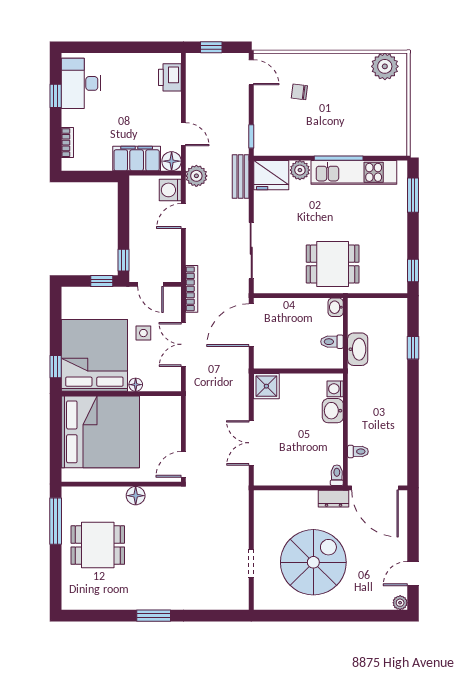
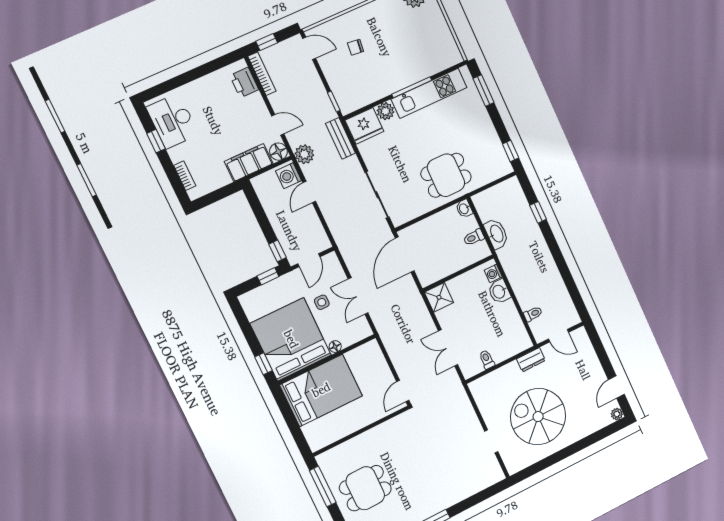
door: (150, 284) -> (309, 260), hinge flipped
bookcase: (192, 289) -> (262, 74), moved
bed: (100, 432) -> (321, 390), width x0.73
toilet: (337, 475) -> (487, 359), moved
door: (375, 488) -> (559, 336), width x0.53
floor lamp: (136, 496) -> (377, 434), removed
spiral stairs: (313, 562) -> (538, 417), turned -90

